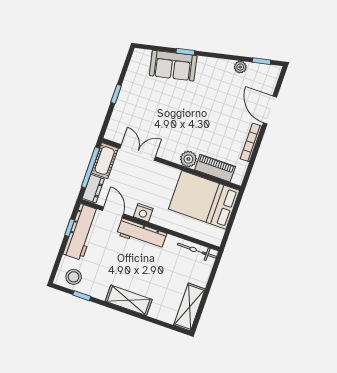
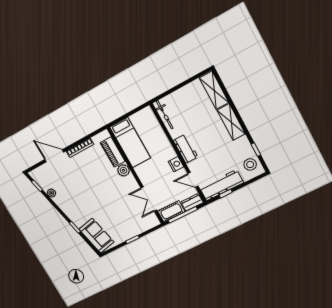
sofa: (173, 66) -> (96, 236), moved
door: (270, 110) -> (54, 156), swing flipped
bed: (204, 200) -> (130, 143), width x0.67
door: (113, 212) -> (193, 180), hinge flipped
workbench: (142, 234) -> (186, 149), width x0.73
shelving: (189, 307) -> (214, 90), moved, turned 90

